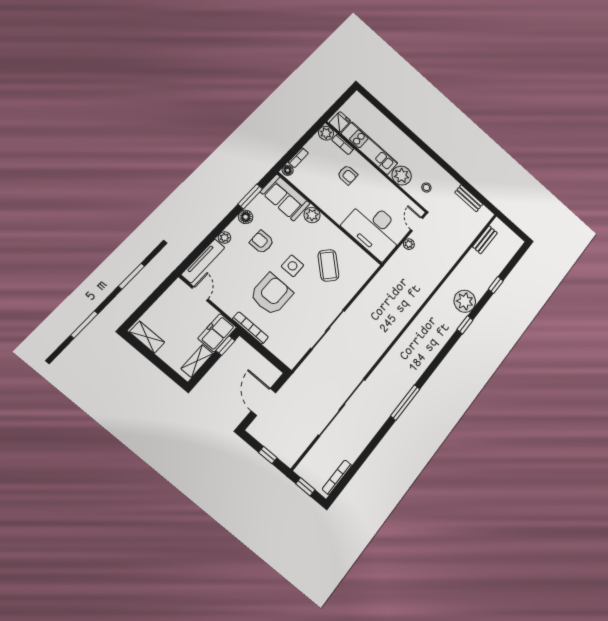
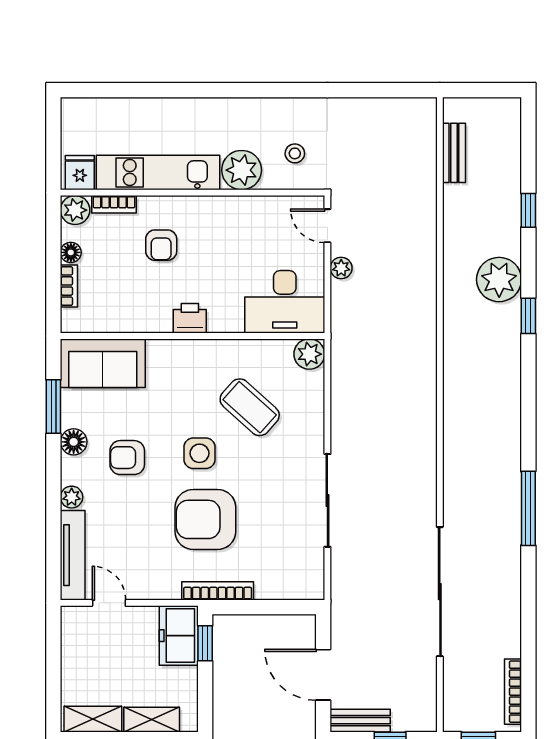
floor lamp: (288, 170) -> (71, 252), moved
armchair: (348, 175) -> (161, 245), turned 90
bench: (469, 198) -> (360, 721), moved
printer: (335, 211) -> (190, 318), added
plant: (312, 215) -> (309, 354), moved
desk: (374, 229) -> (285, 302), width x0.73, depth x0.77
armchair: (271, 294) -> (205, 519), turned -90
shelving: (197, 361) -> (152, 720), moved, turned 90

